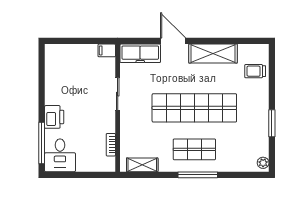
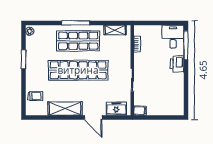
freezer: (140, 53) -> (116, 109), width x0.71
shop shelf: (194, 149) -> (78, 41), width x1.43, depth x1.36

